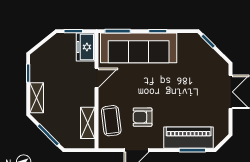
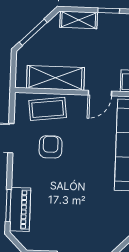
door: (97, 78) -> (100, 93), hinge flipped
shelving: (88, 123) -> (56, 78), width x1.50, depth x1.33
piano: (189, 138) -> (20, 209), width x0.73, depth x0.75

